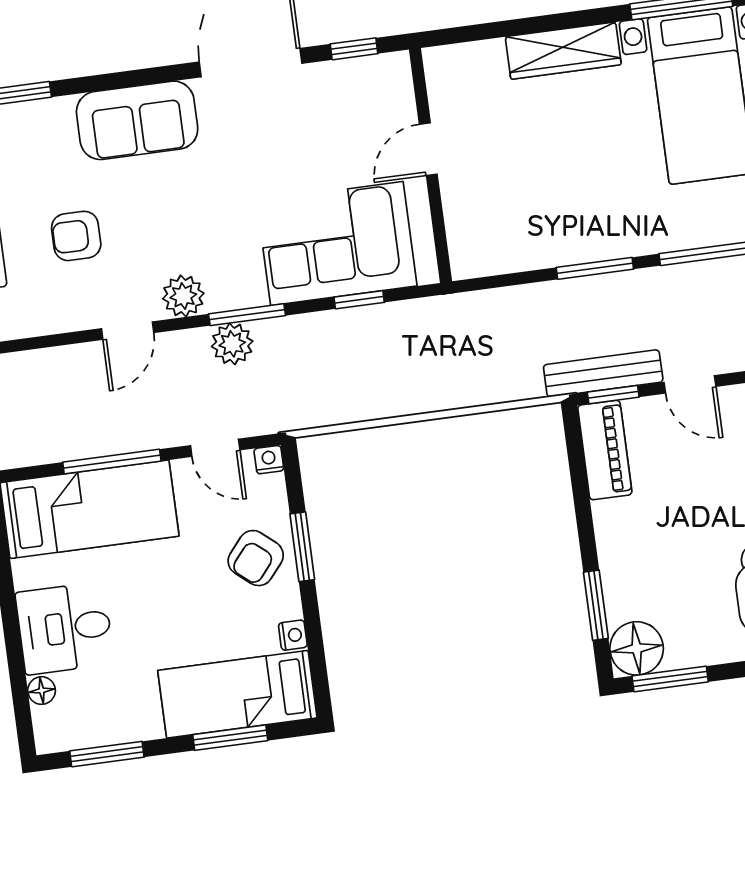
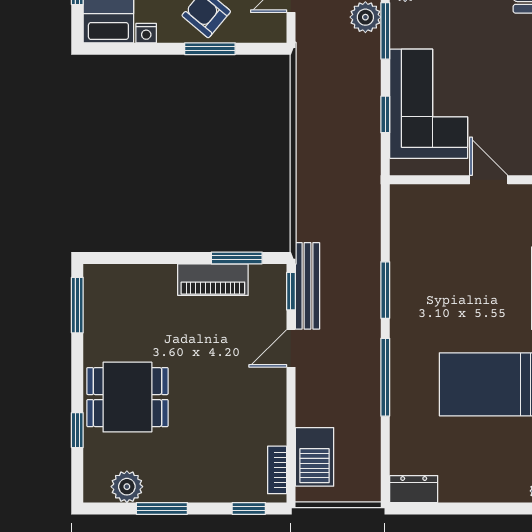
piano: (605, 450) -> (213, 280), moved
nightstand: (269, 460) -> (277, 33), removed
window: (596, 605) -> (237, 258), moved
floor lamp: (637, 648) -> (103, 284), removed

